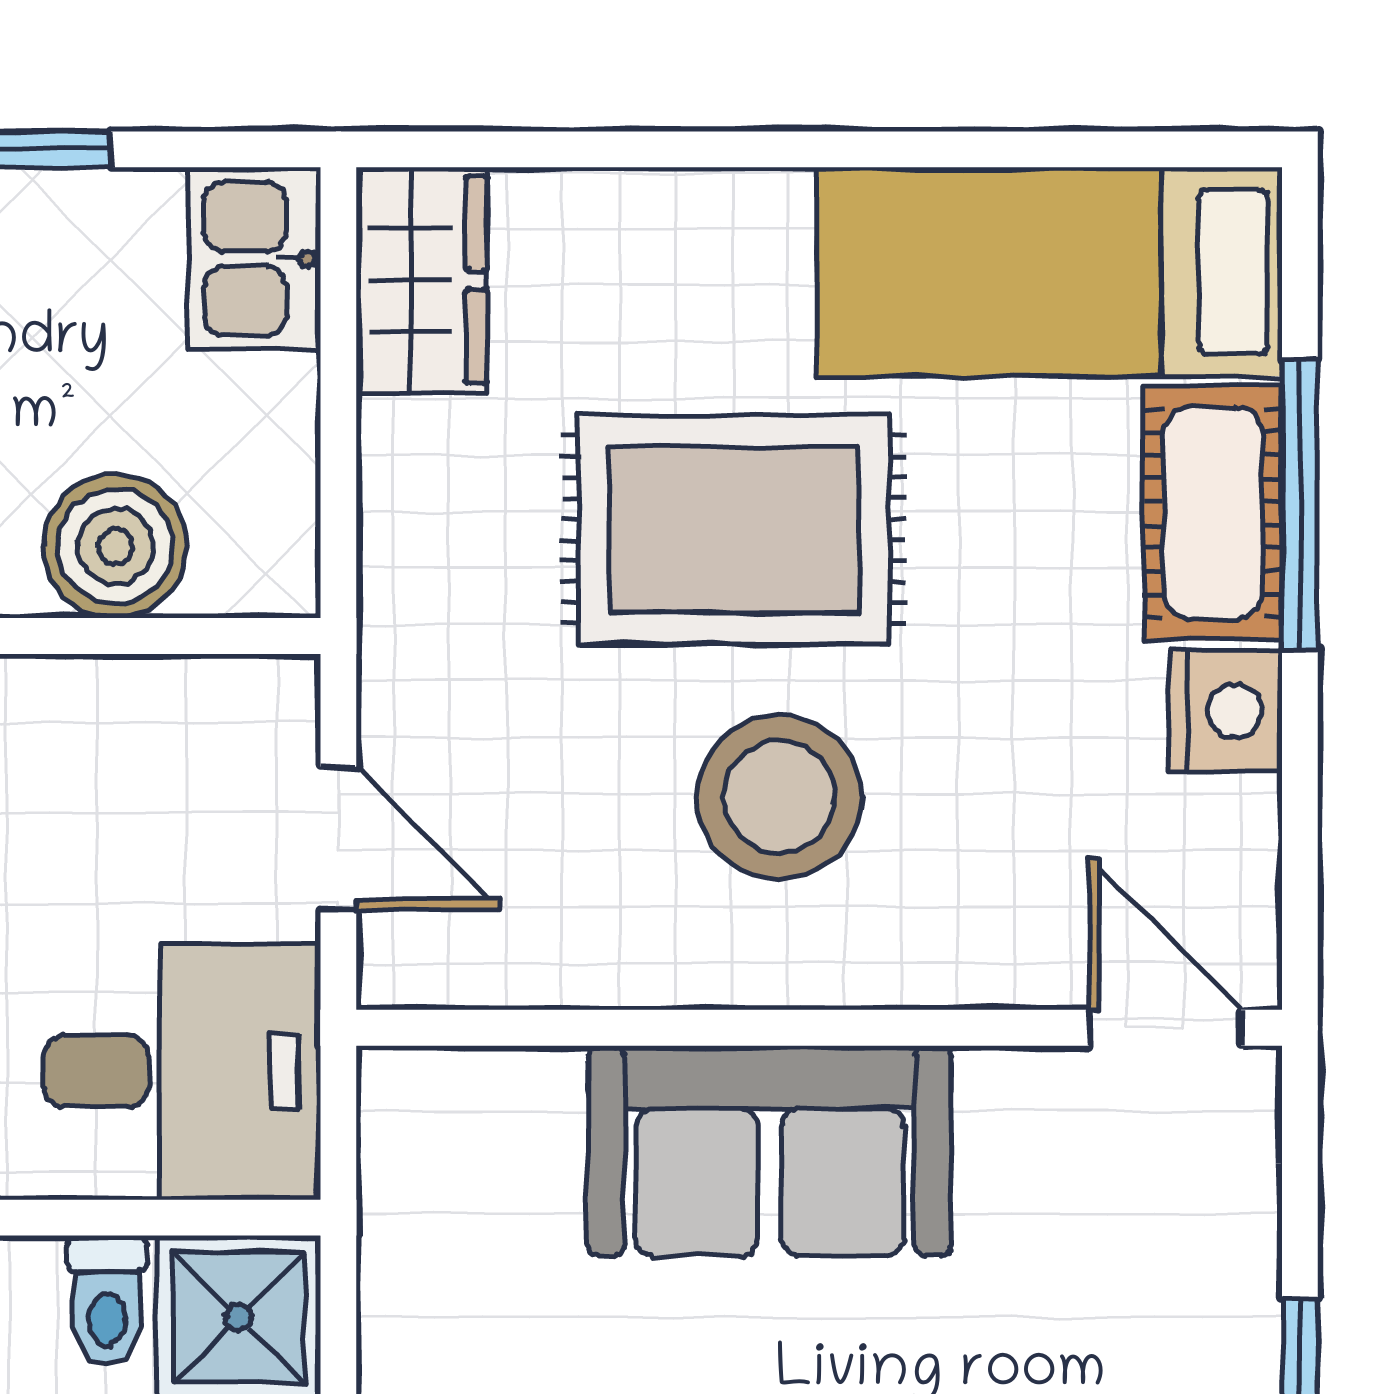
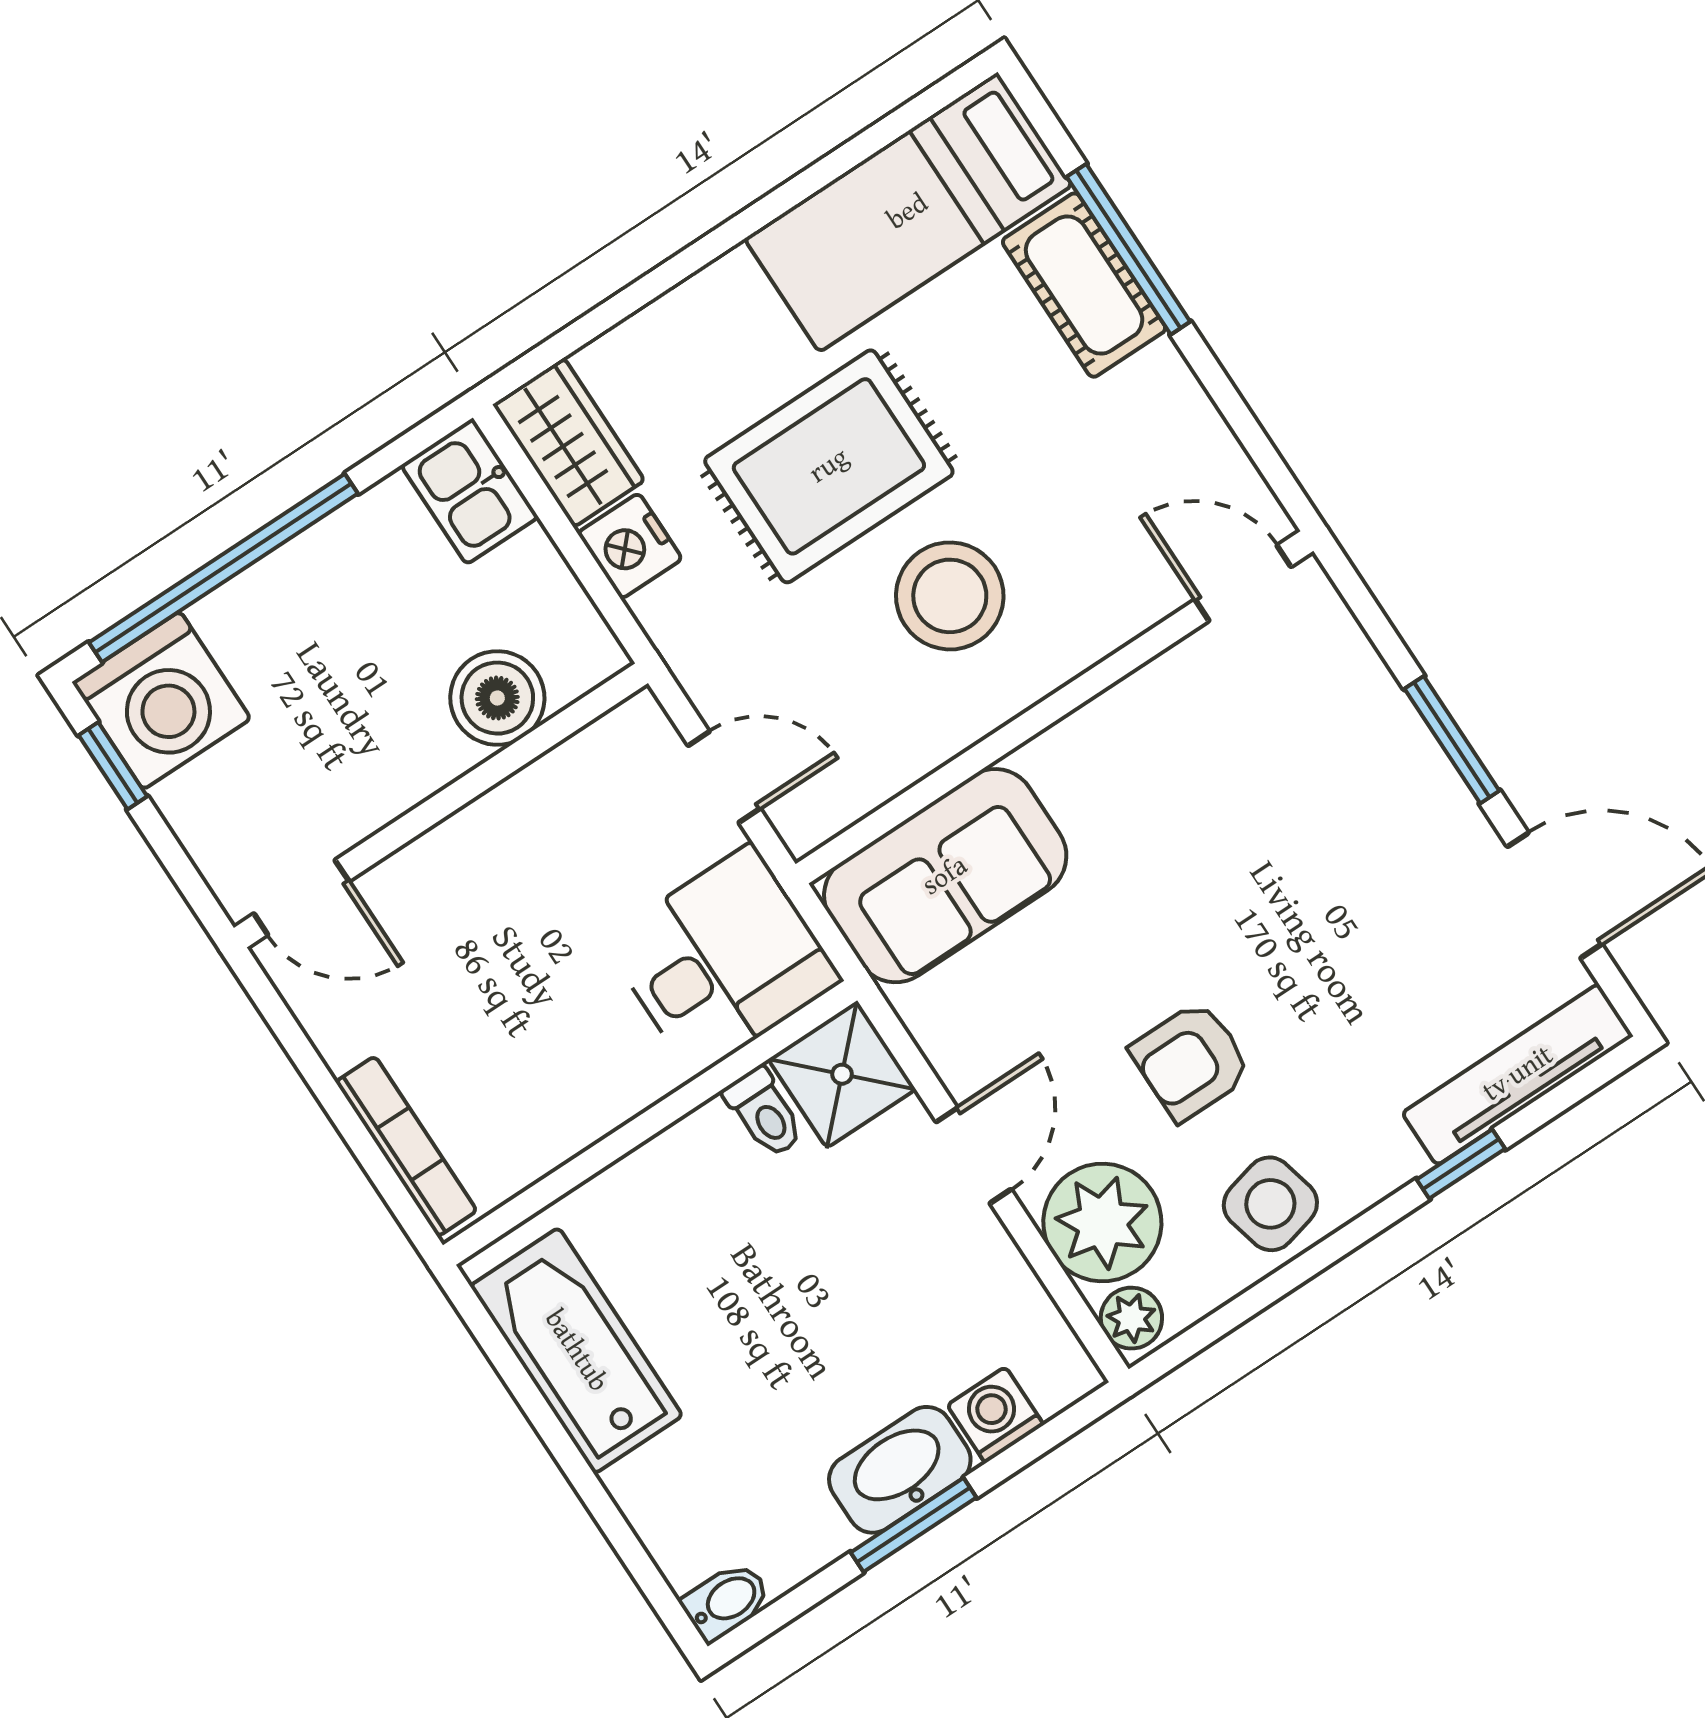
nightstand: (1226, 711) -> (630, 546), moved, turned 180
sofa: (770, 1151) -> (945, 876), moved

